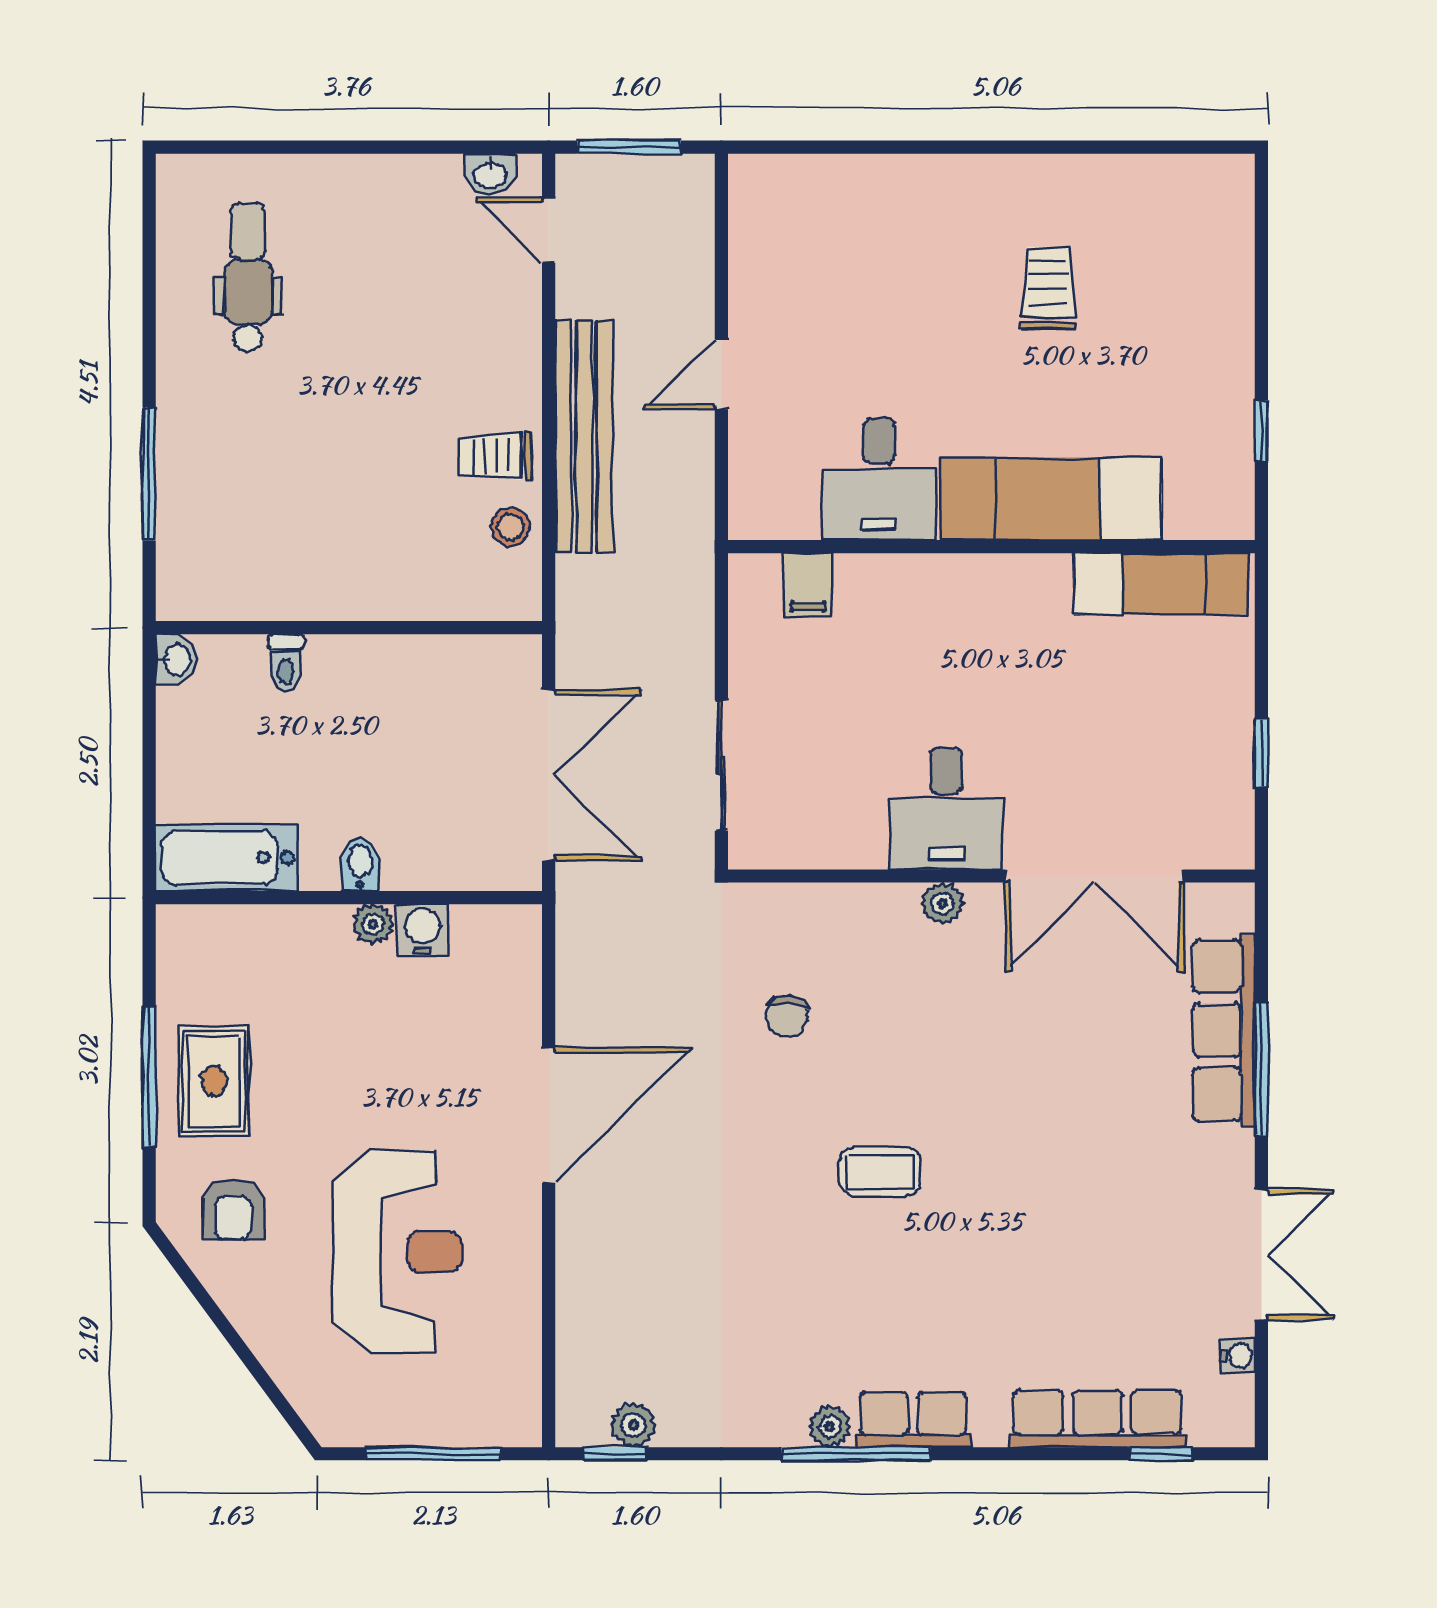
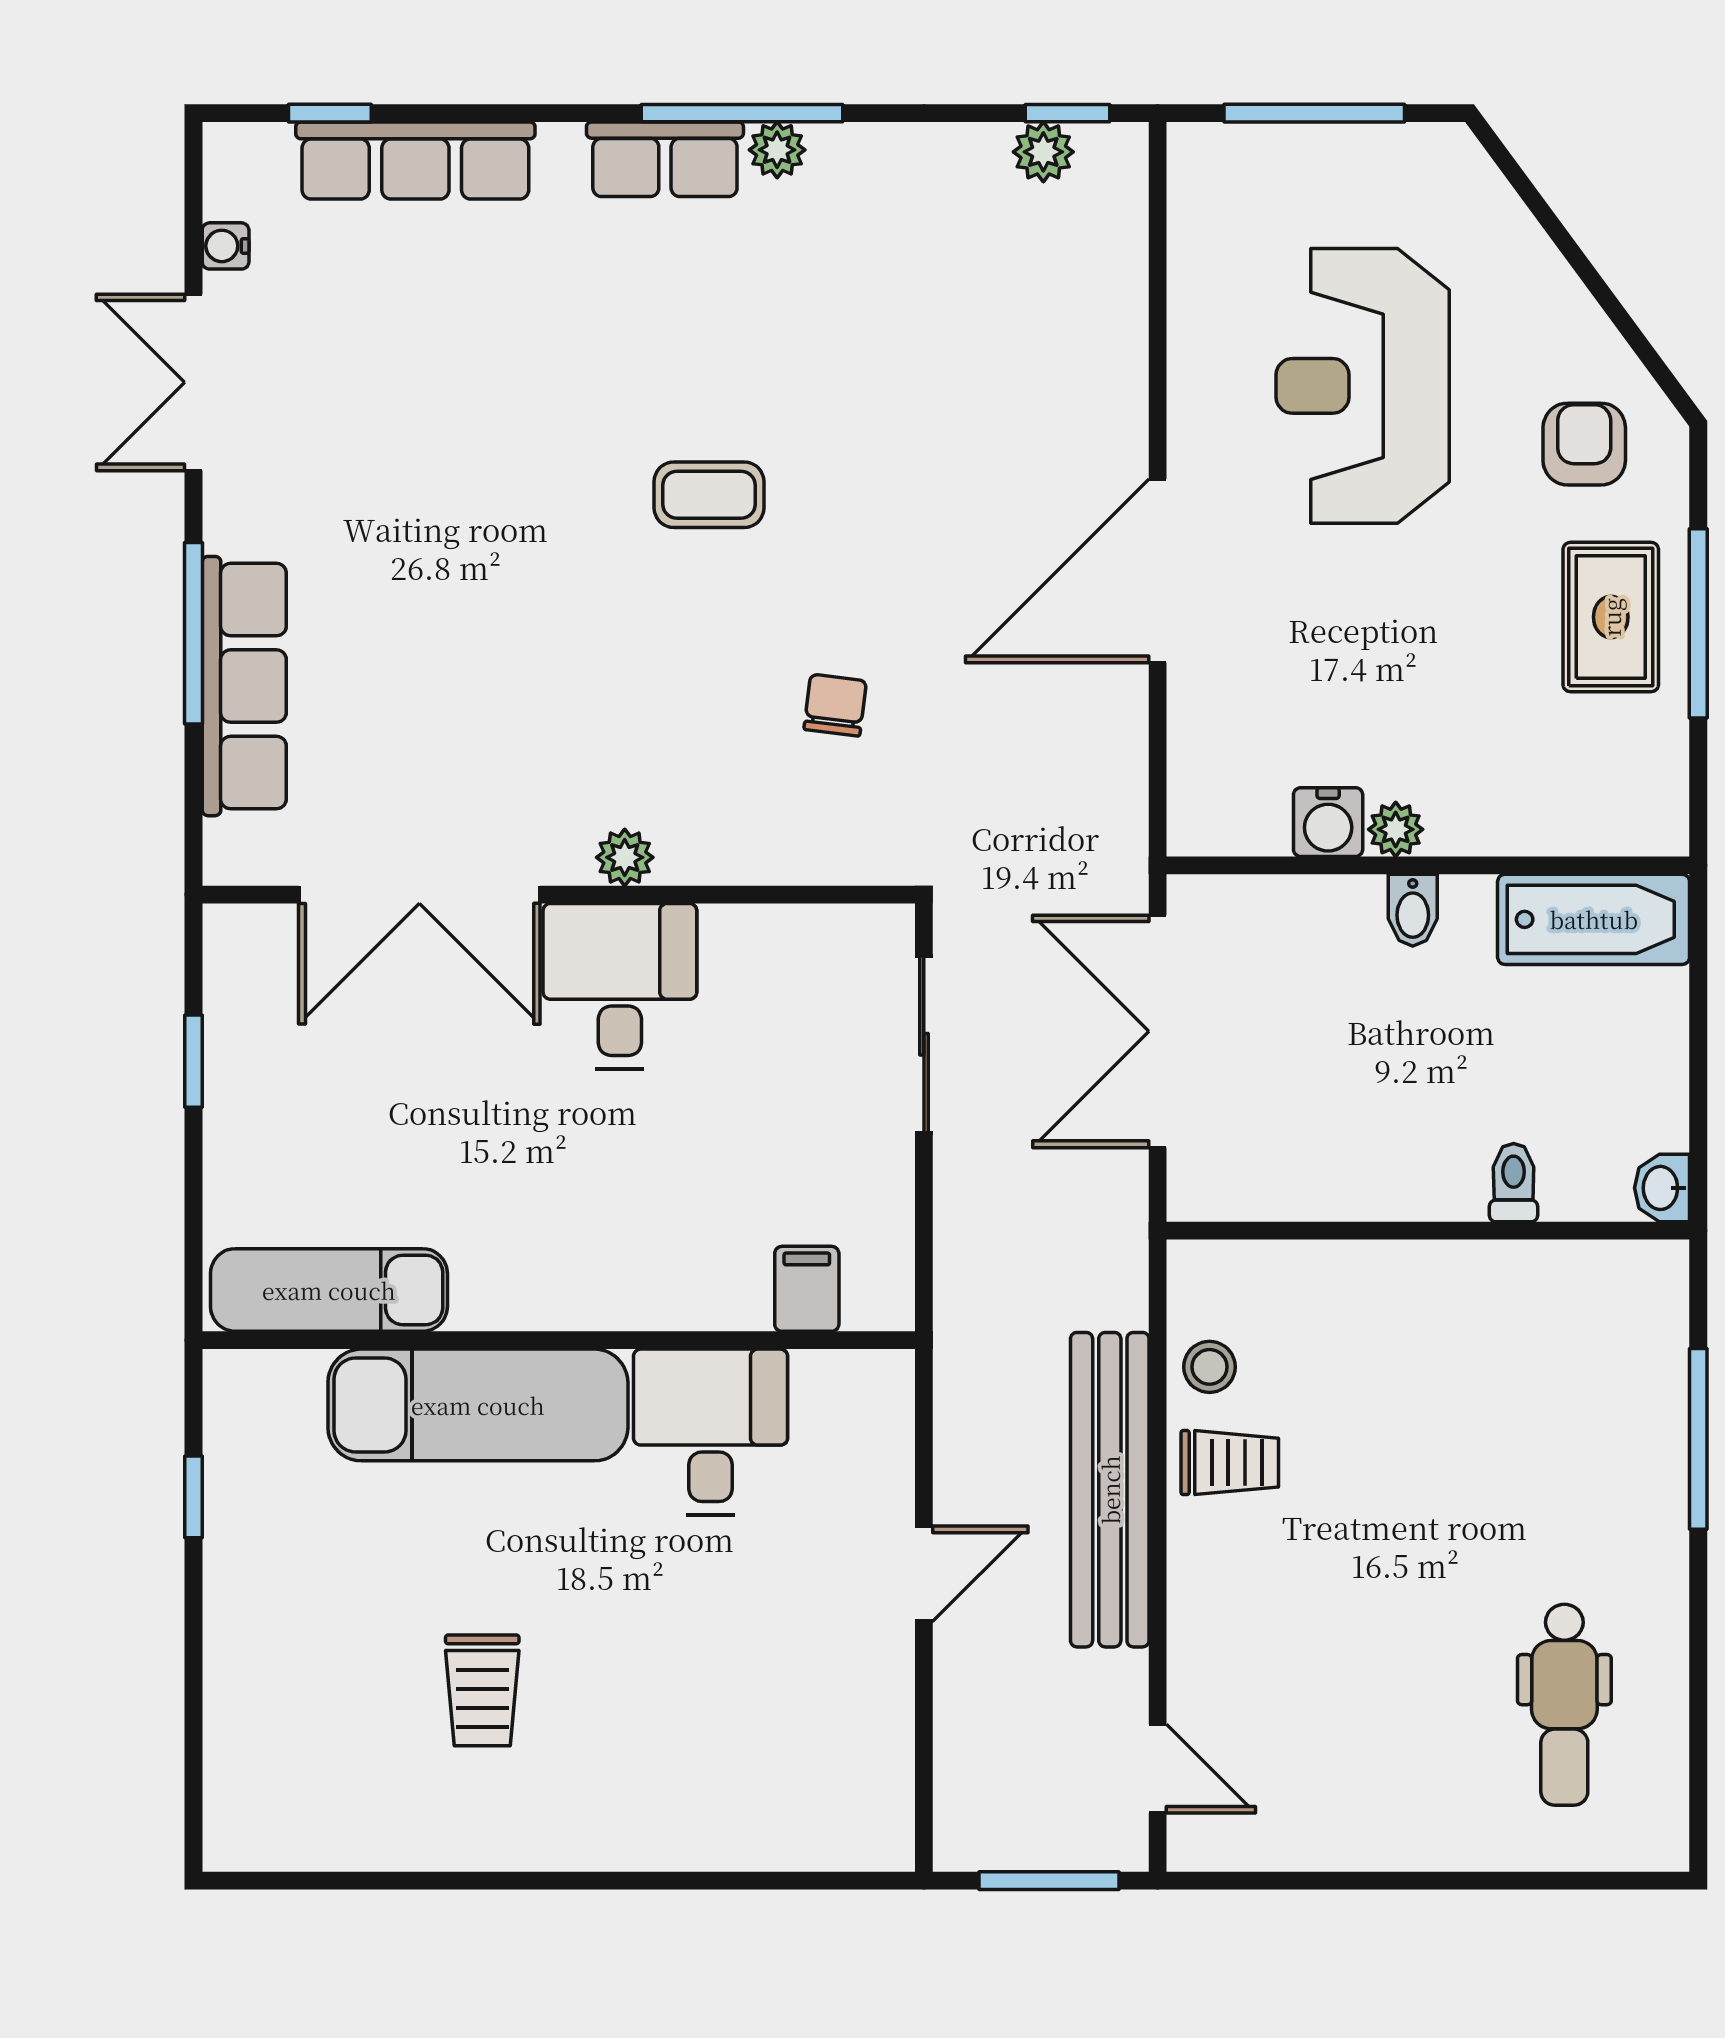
washbasin: (490, 174) -> (1237, 1844), removed
double door: (1094, 876) -> (419, 895), swing flipped

